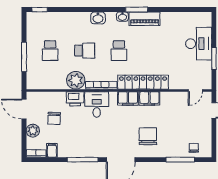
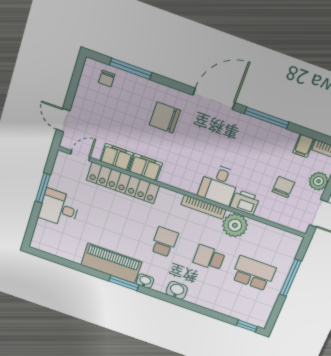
piano: (145, 19) -> (111, 263), width x1.37, depth x1.33
desk: (199, 44) -> (59, 208), width x0.73
school desk: (50, 51) -> (253, 273), width x1.85
locker: (143, 82) -> (123, 183), moved
filing cabinet: (128, 98) -> (117, 157), moved
chair: (148, 136) -> (165, 118), turned 90

